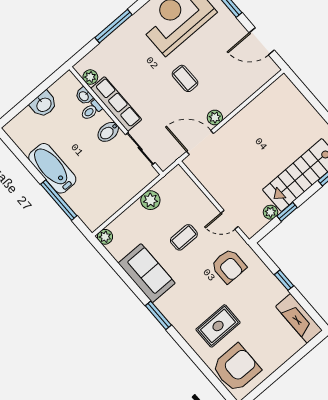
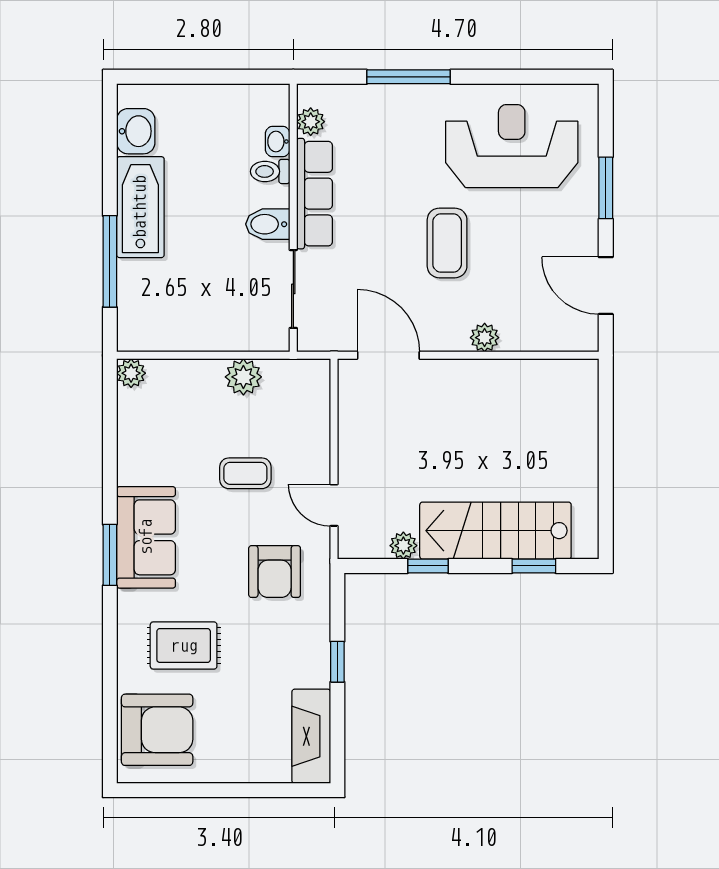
coffee table: (185, 78) -> (447, 243), width x1.36, depth x1.30
washbasin: (44, 104) -> (136, 131), moved, turned -90
plant: (215, 117) -> (485, 338), moved
sofa: (147, 273) -> (146, 537), moved

